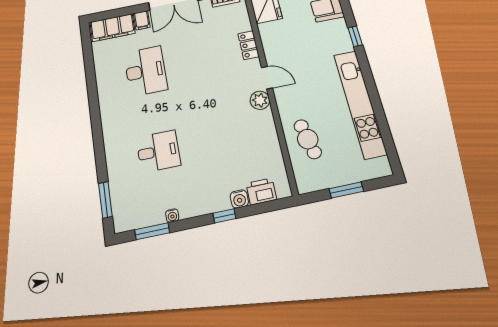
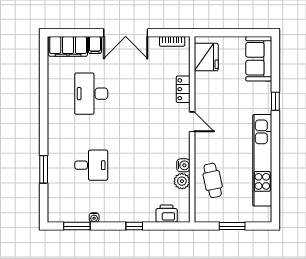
desk: (146, 71) -> (91, 94), turned 180
plant: (260, 100) -> (182, 181), moved
water cooler: (239, 199) -> (183, 165), moved, turned -90
window: (105, 200) -> (44, 169), moved

